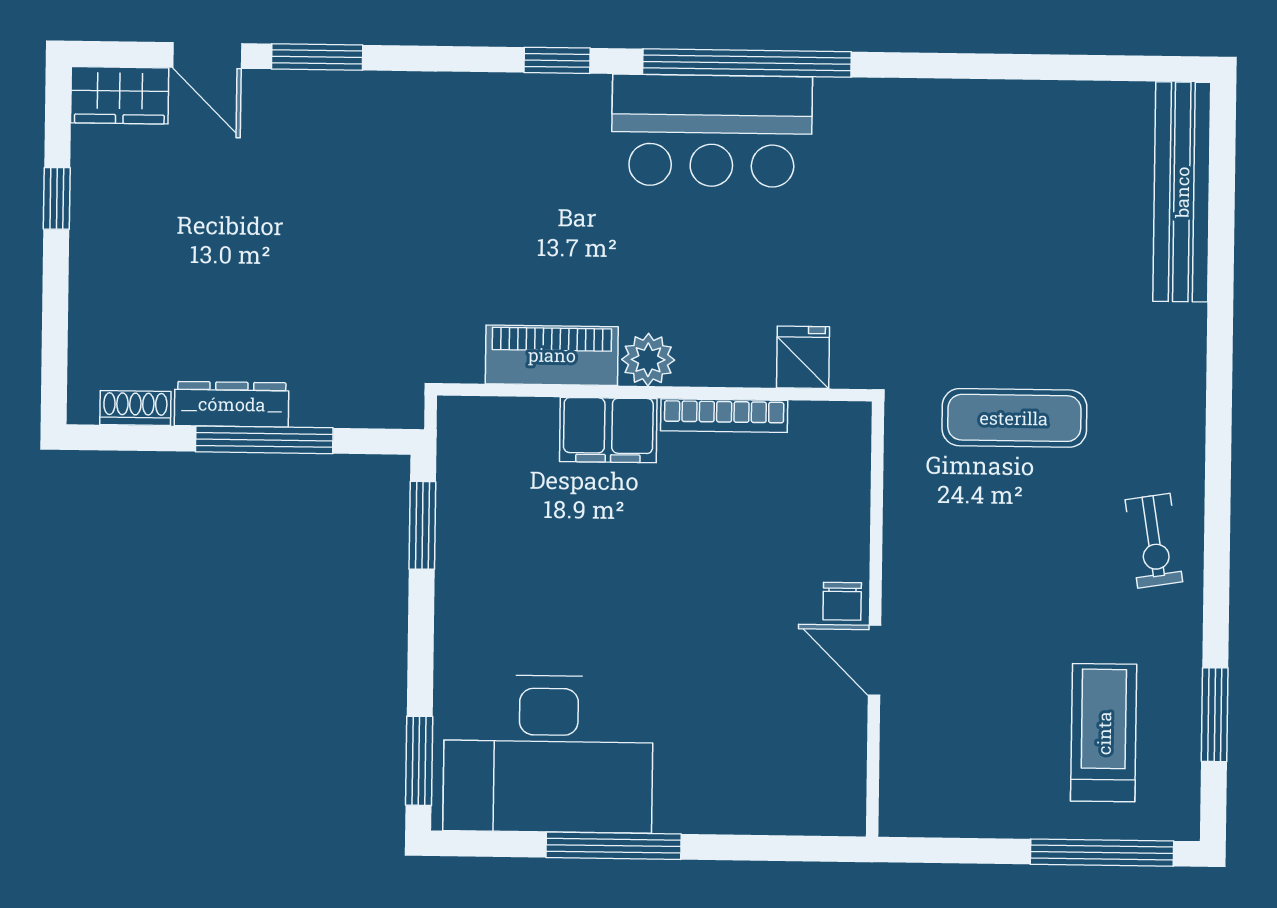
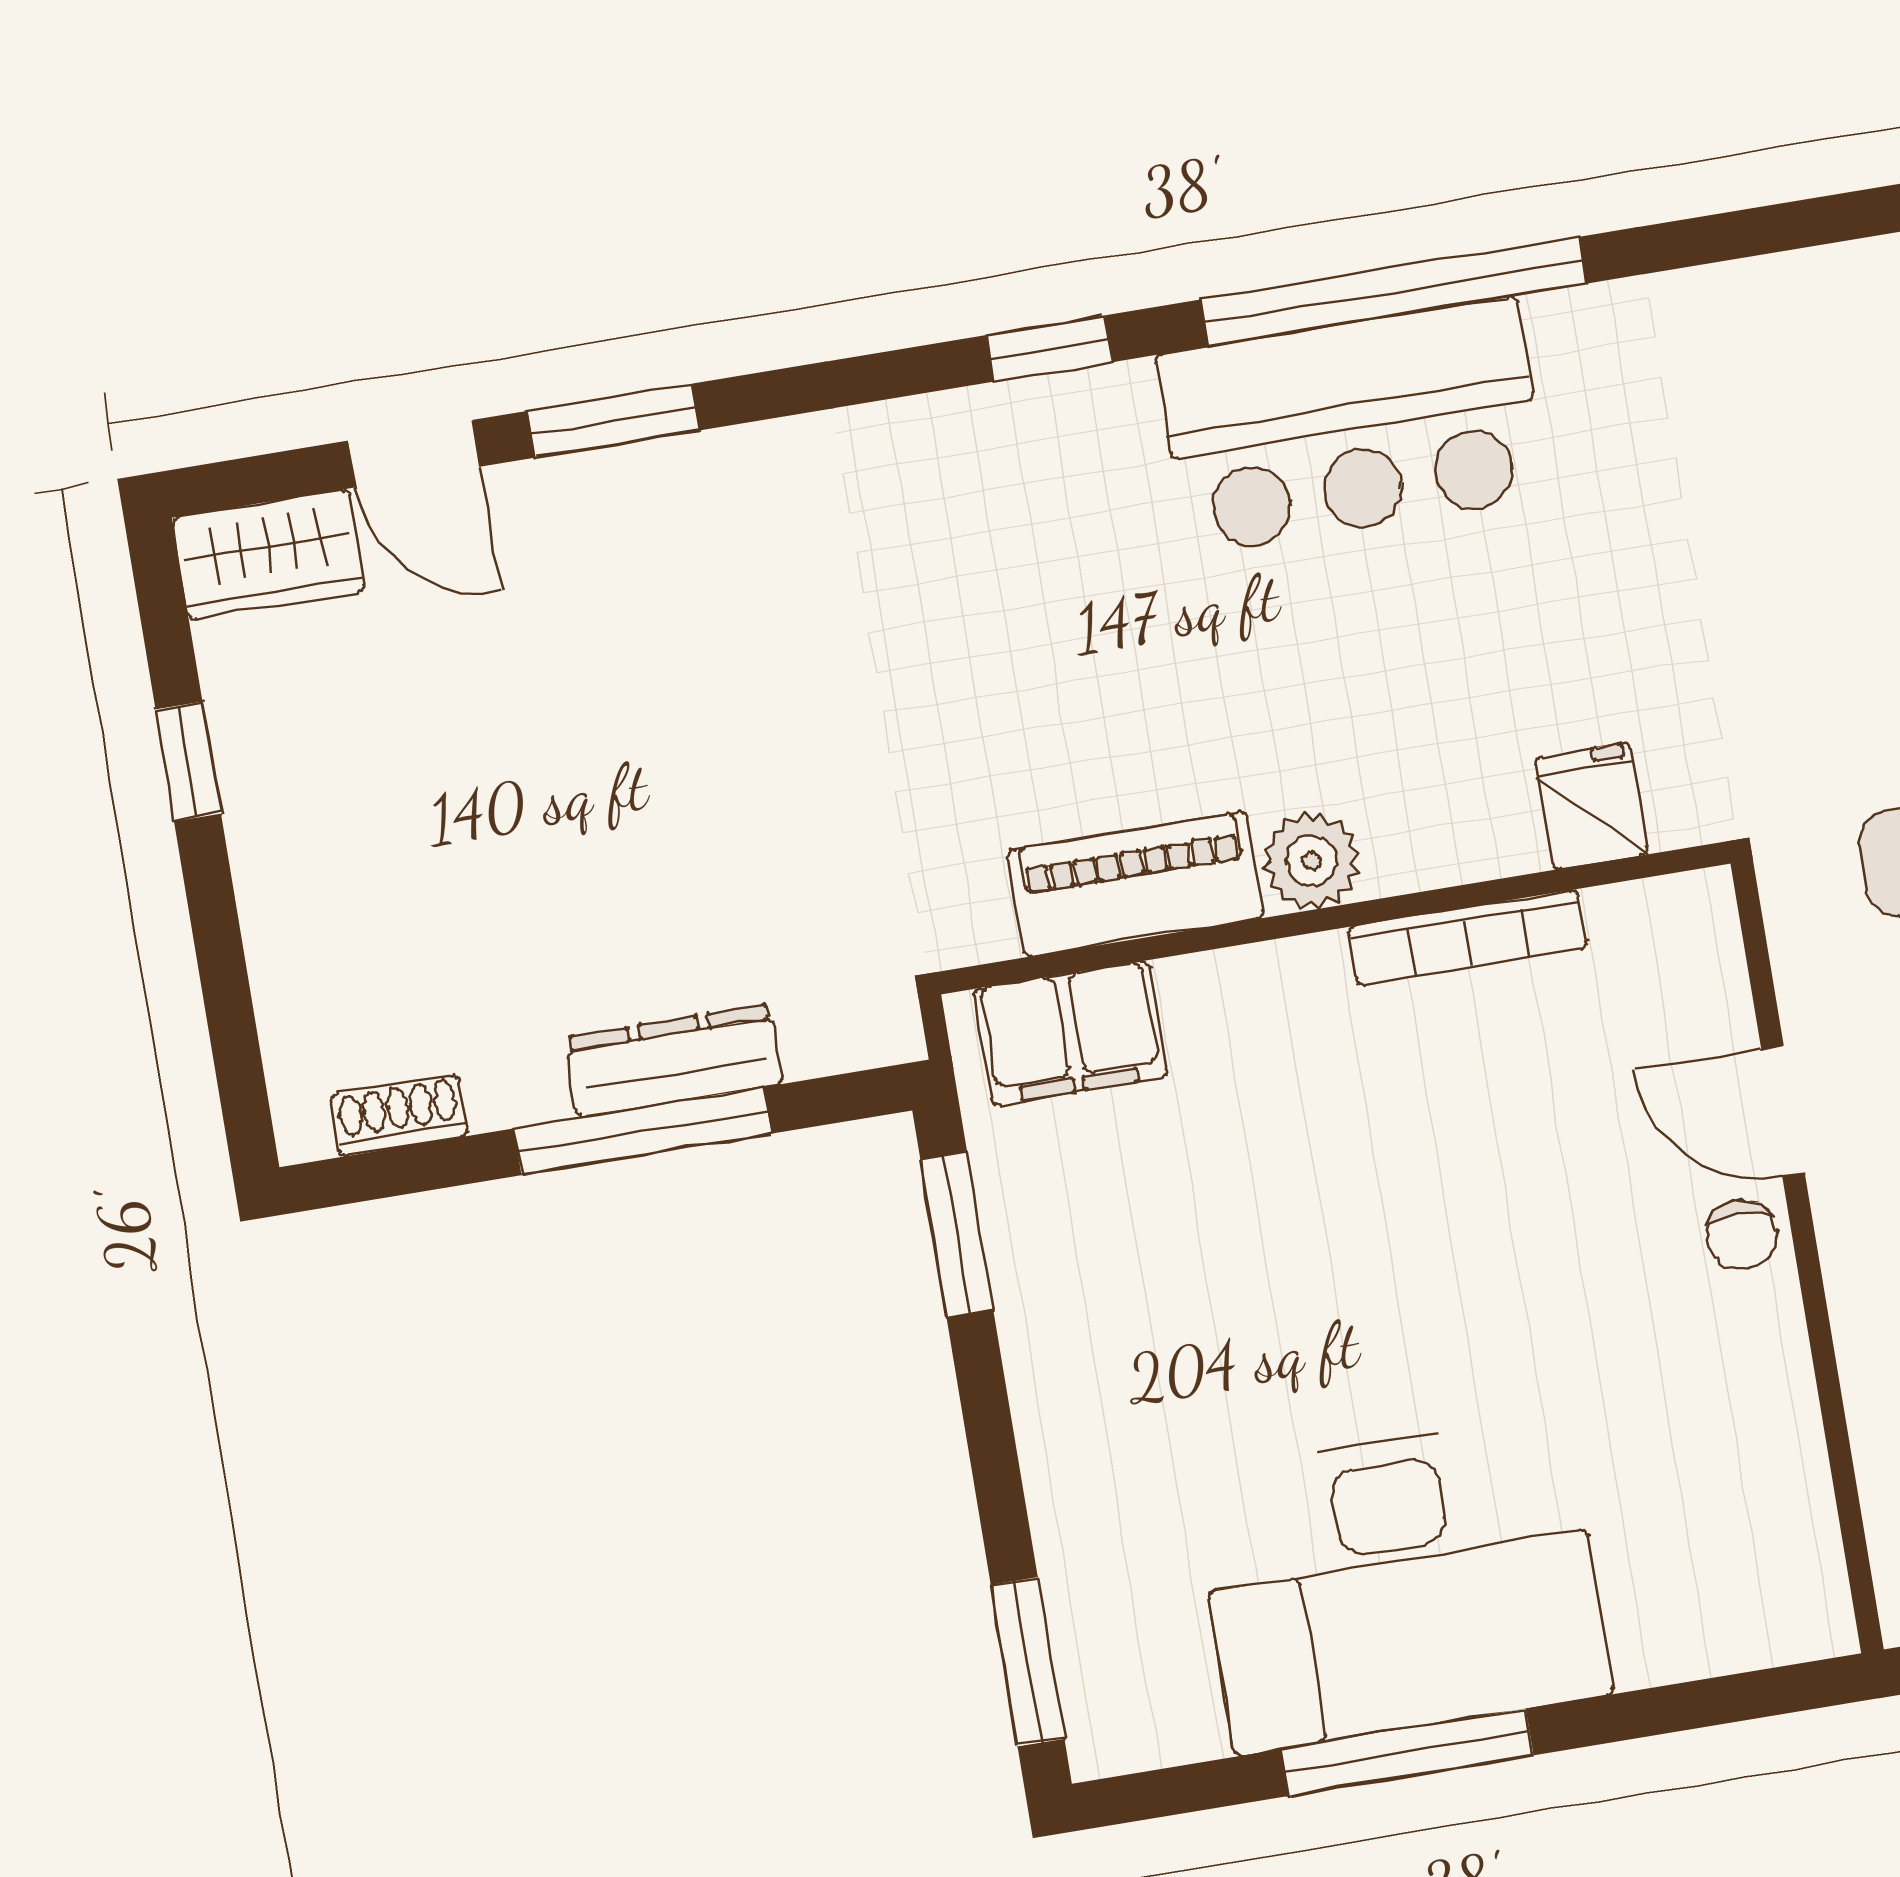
dresser: (232, 404) -> (674, 1060), moved
filing cabinet: (608, 430) -> (1070, 1033), moved
door: (875, 660) -> (1783, 1111), moved
desk: (548, 754) -> (1401, 1584), moved

